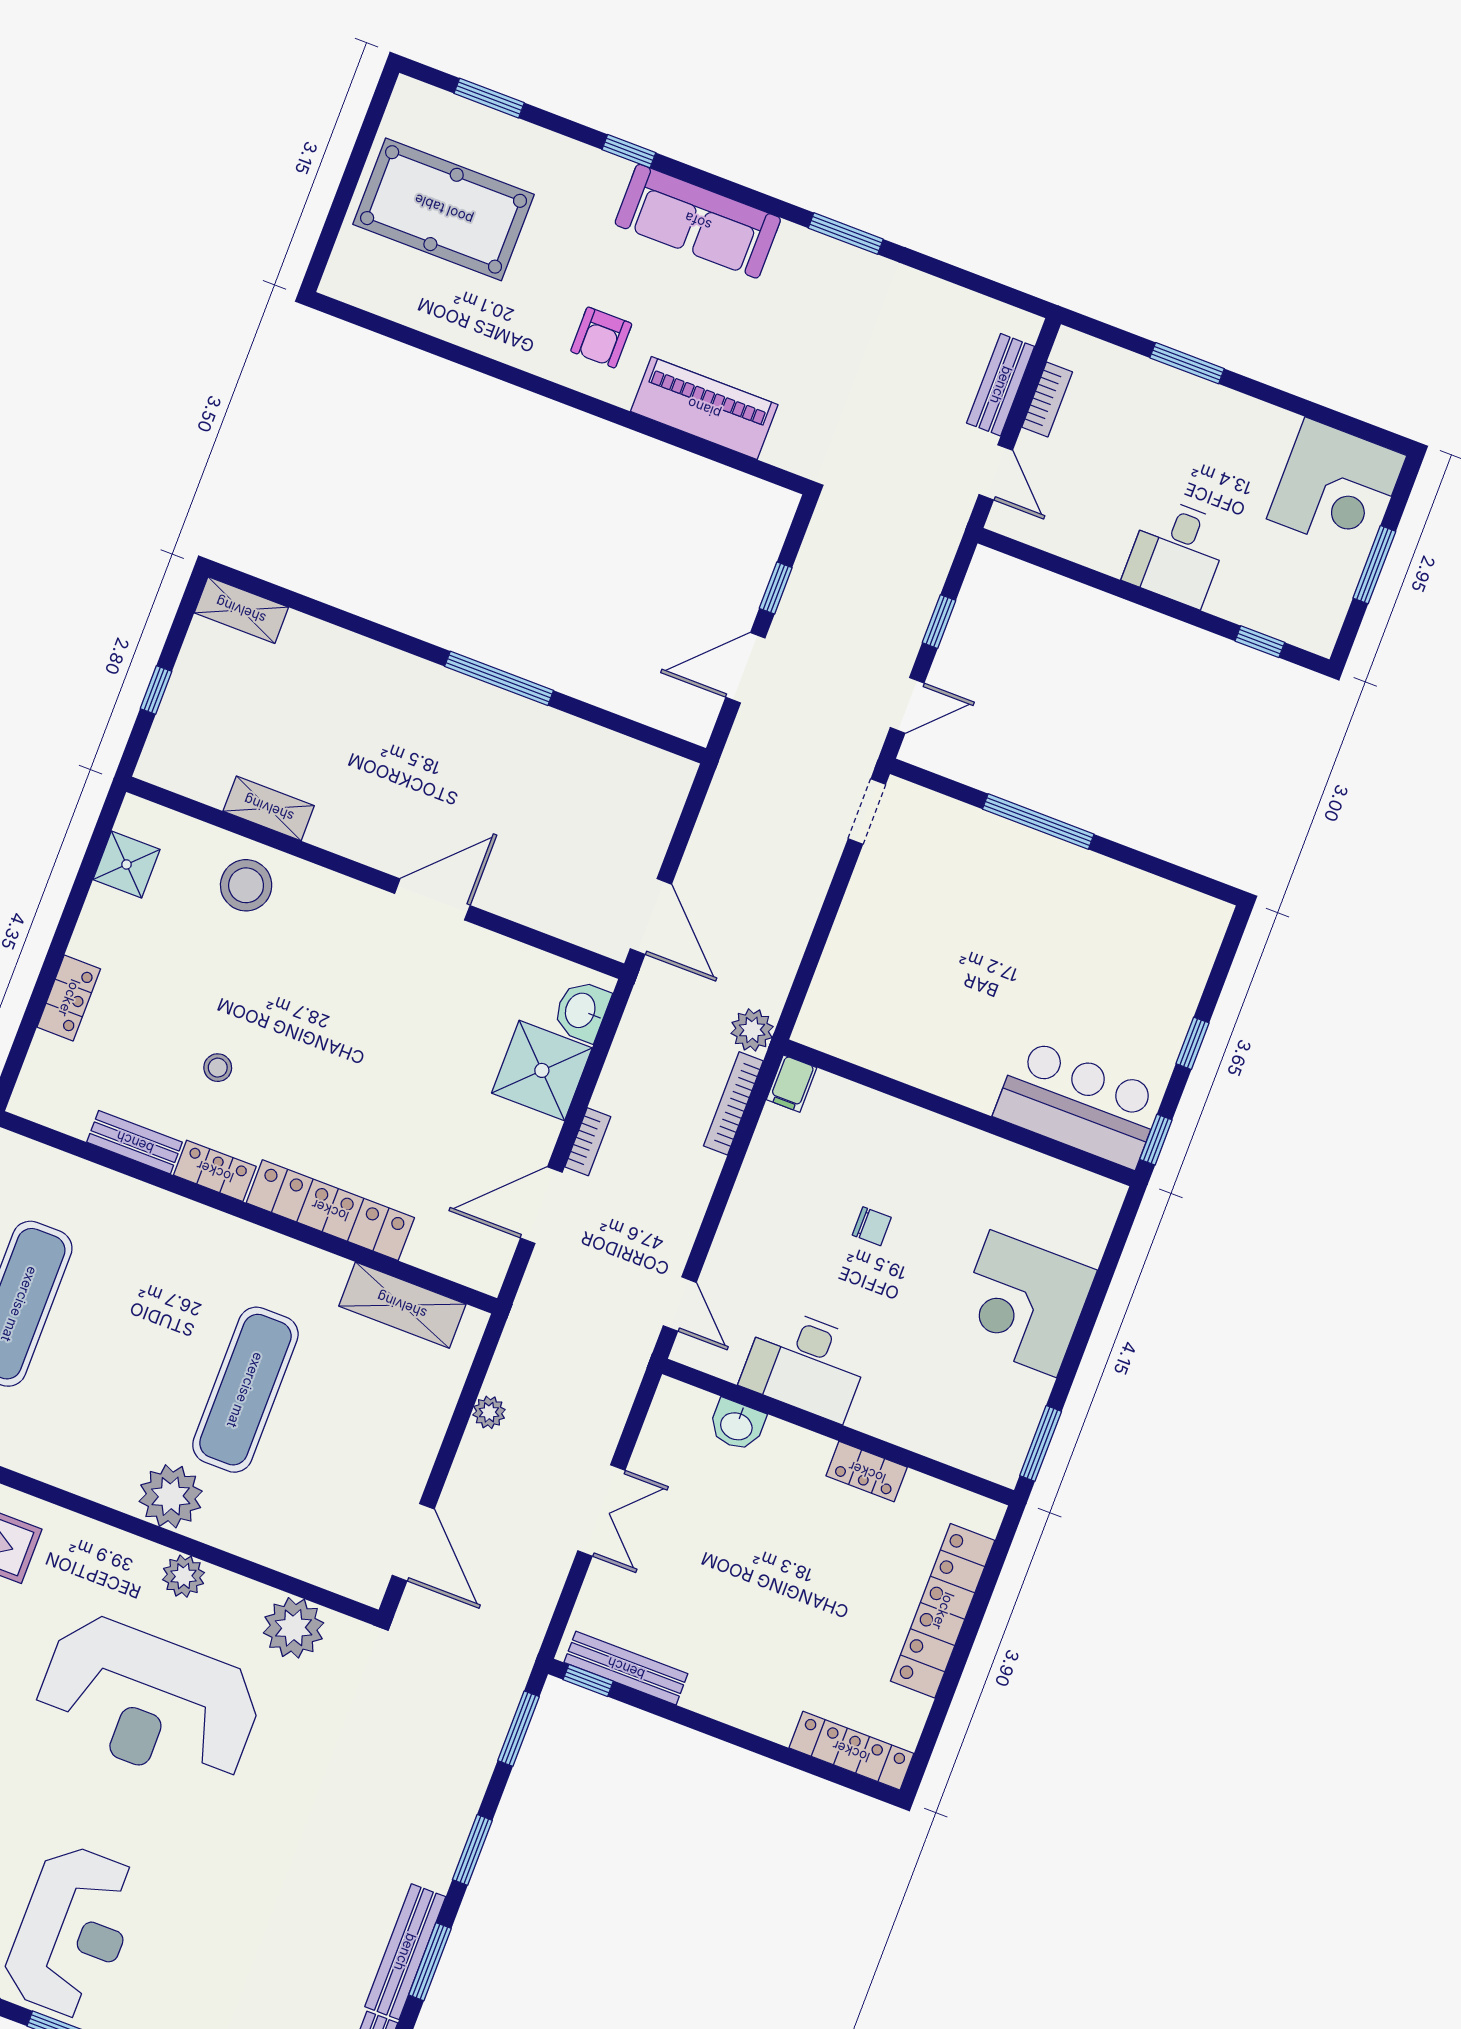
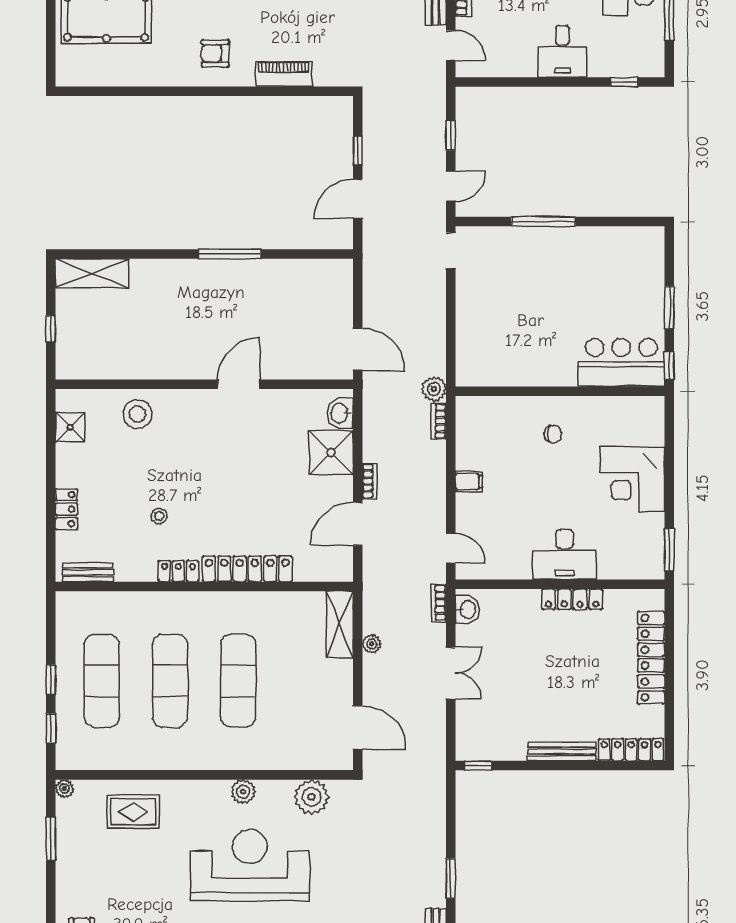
armchair: (601, 337) -> (215, 53), turned 90
piano: (704, 408) -> (284, 74), width x0.73, depth x0.75
shelving: (241, 610) -> (92, 273), width x1.50, depth x1.33
shelving: (269, 808) -> (134, 369), removed
window: (1193, 1043) -> (669, 308), width x1.50
filing cabinet: (792, 1084) -> (469, 482), moved, turned -90
bookcase: (733, 1103) -> (439, 421), width x0.64
bench: (135, 1142) -> (88, 572), moved
chair: (872, 1226) -> (553, 434), moved
shelving: (402, 1305) -> (340, 625), moved, turned 90
exercise mat: (132, 1347) -> (170, 681), added
desk: (806, 1364) -> (565, 555), moved
bookcase: (625, 1386) -> (439, 603), added
washbasin: (737, 1425) -> (467, 609), moved, turned -90
locker: (867, 1472) -> (572, 599), width x1.53
plant: (171, 1496) -> (220, 752), removed
bench: (626, 1668) -> (562, 751), moved
reception desk: (149, 1702) -> (250, 865), turned 180
window: (518, 1729) -> (451, 805), removed

